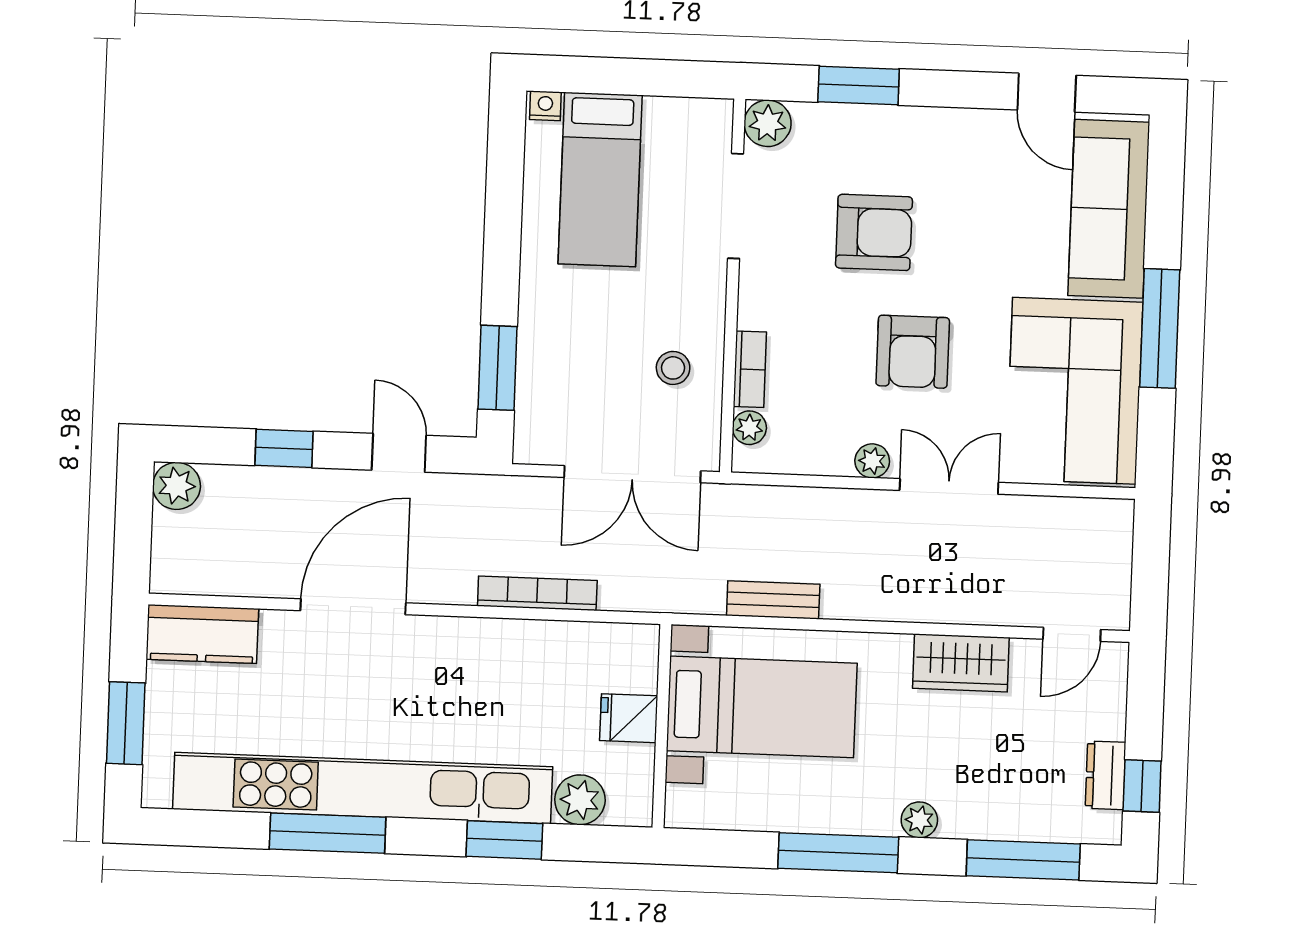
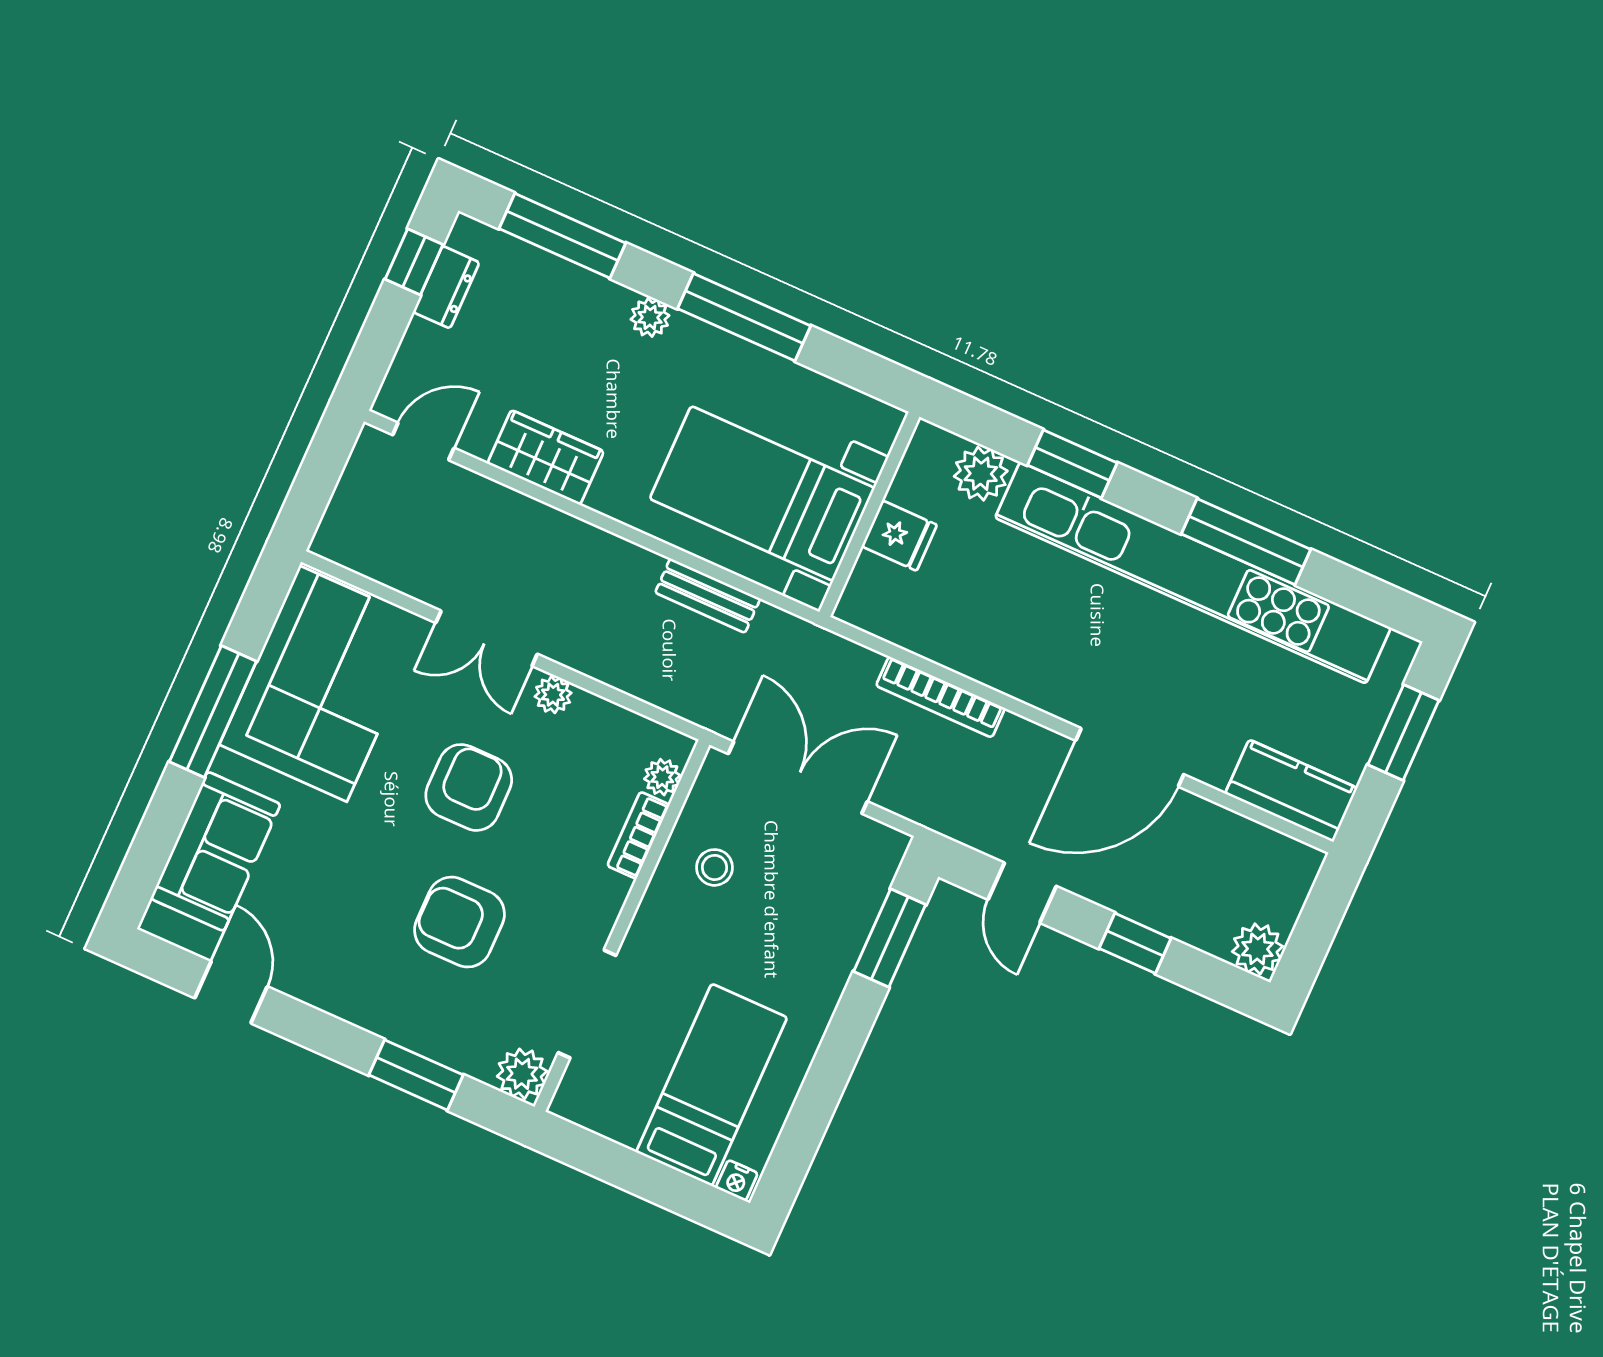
sofa: (1109, 209) -> (216, 851), width x0.73

